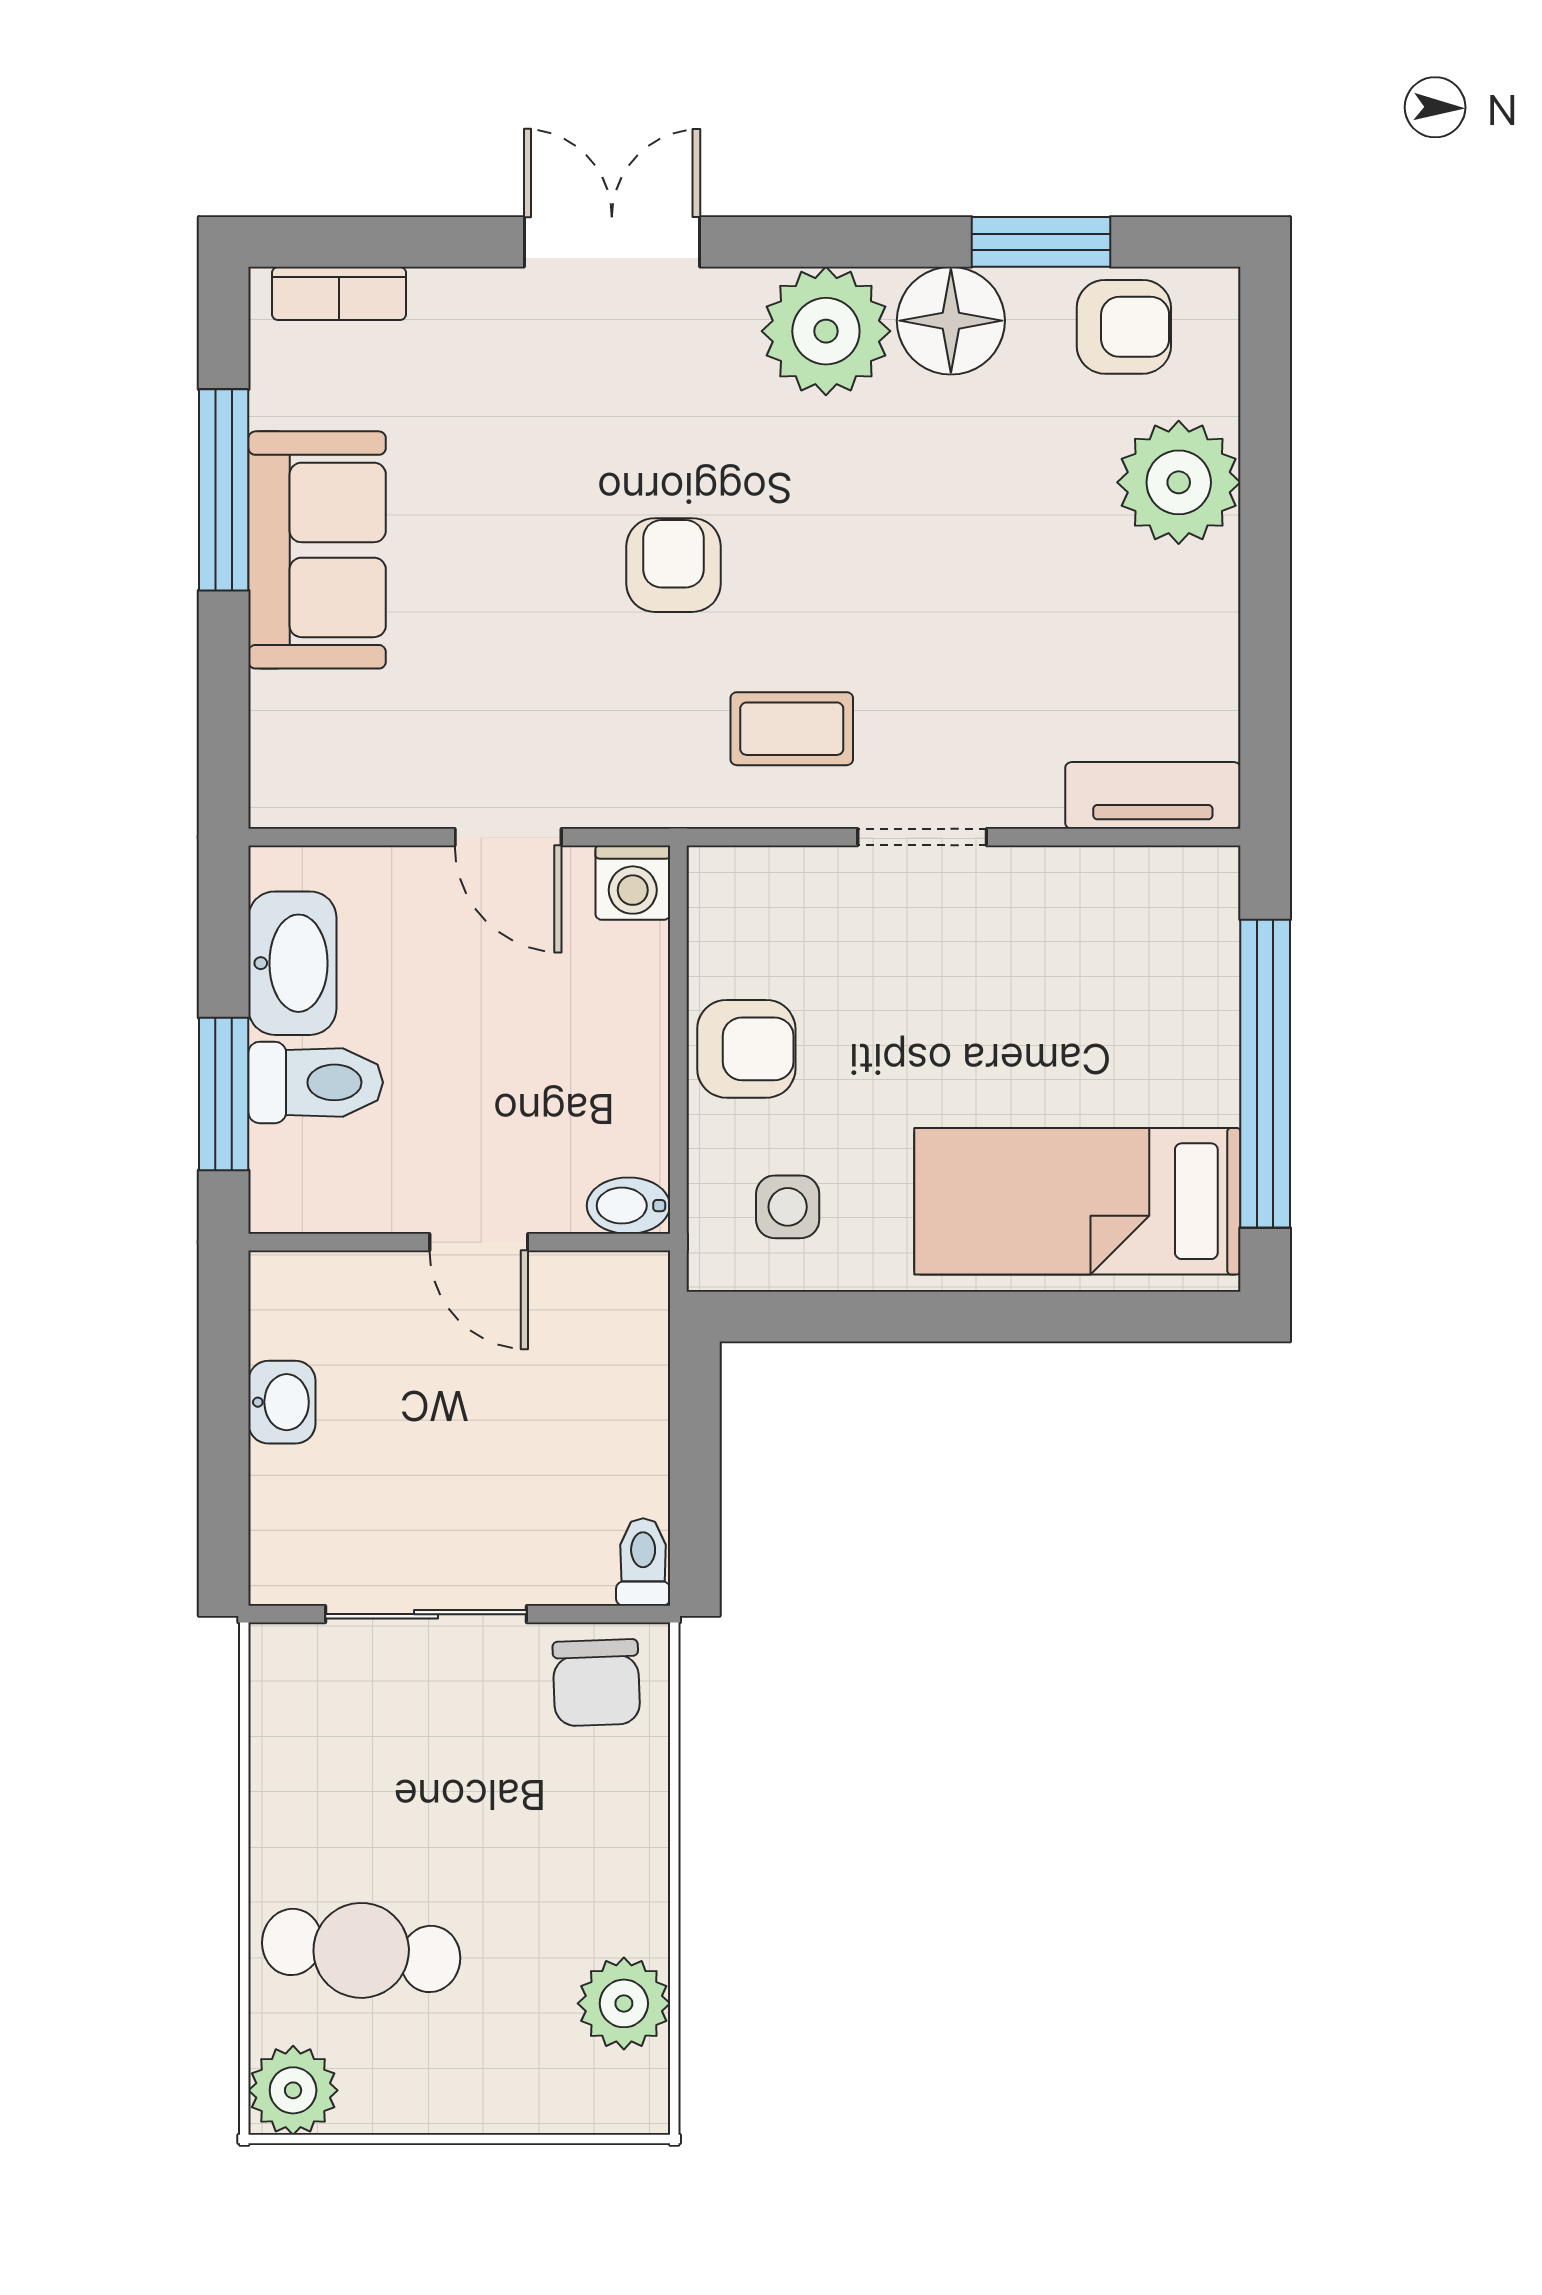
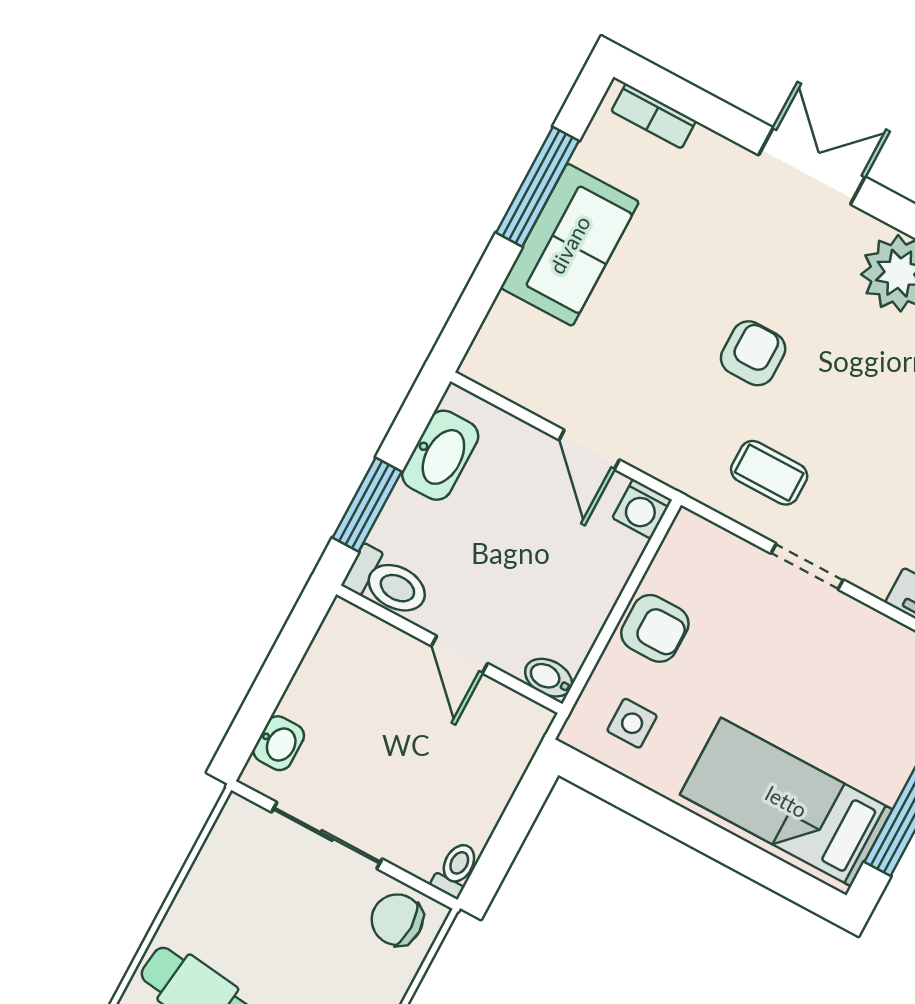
toilet: (316, 1082) -> (388, 583), moved
washbasin: (282, 1402) -> (279, 743), moved
chair: (596, 1683) -> (397, 920), turned 92

